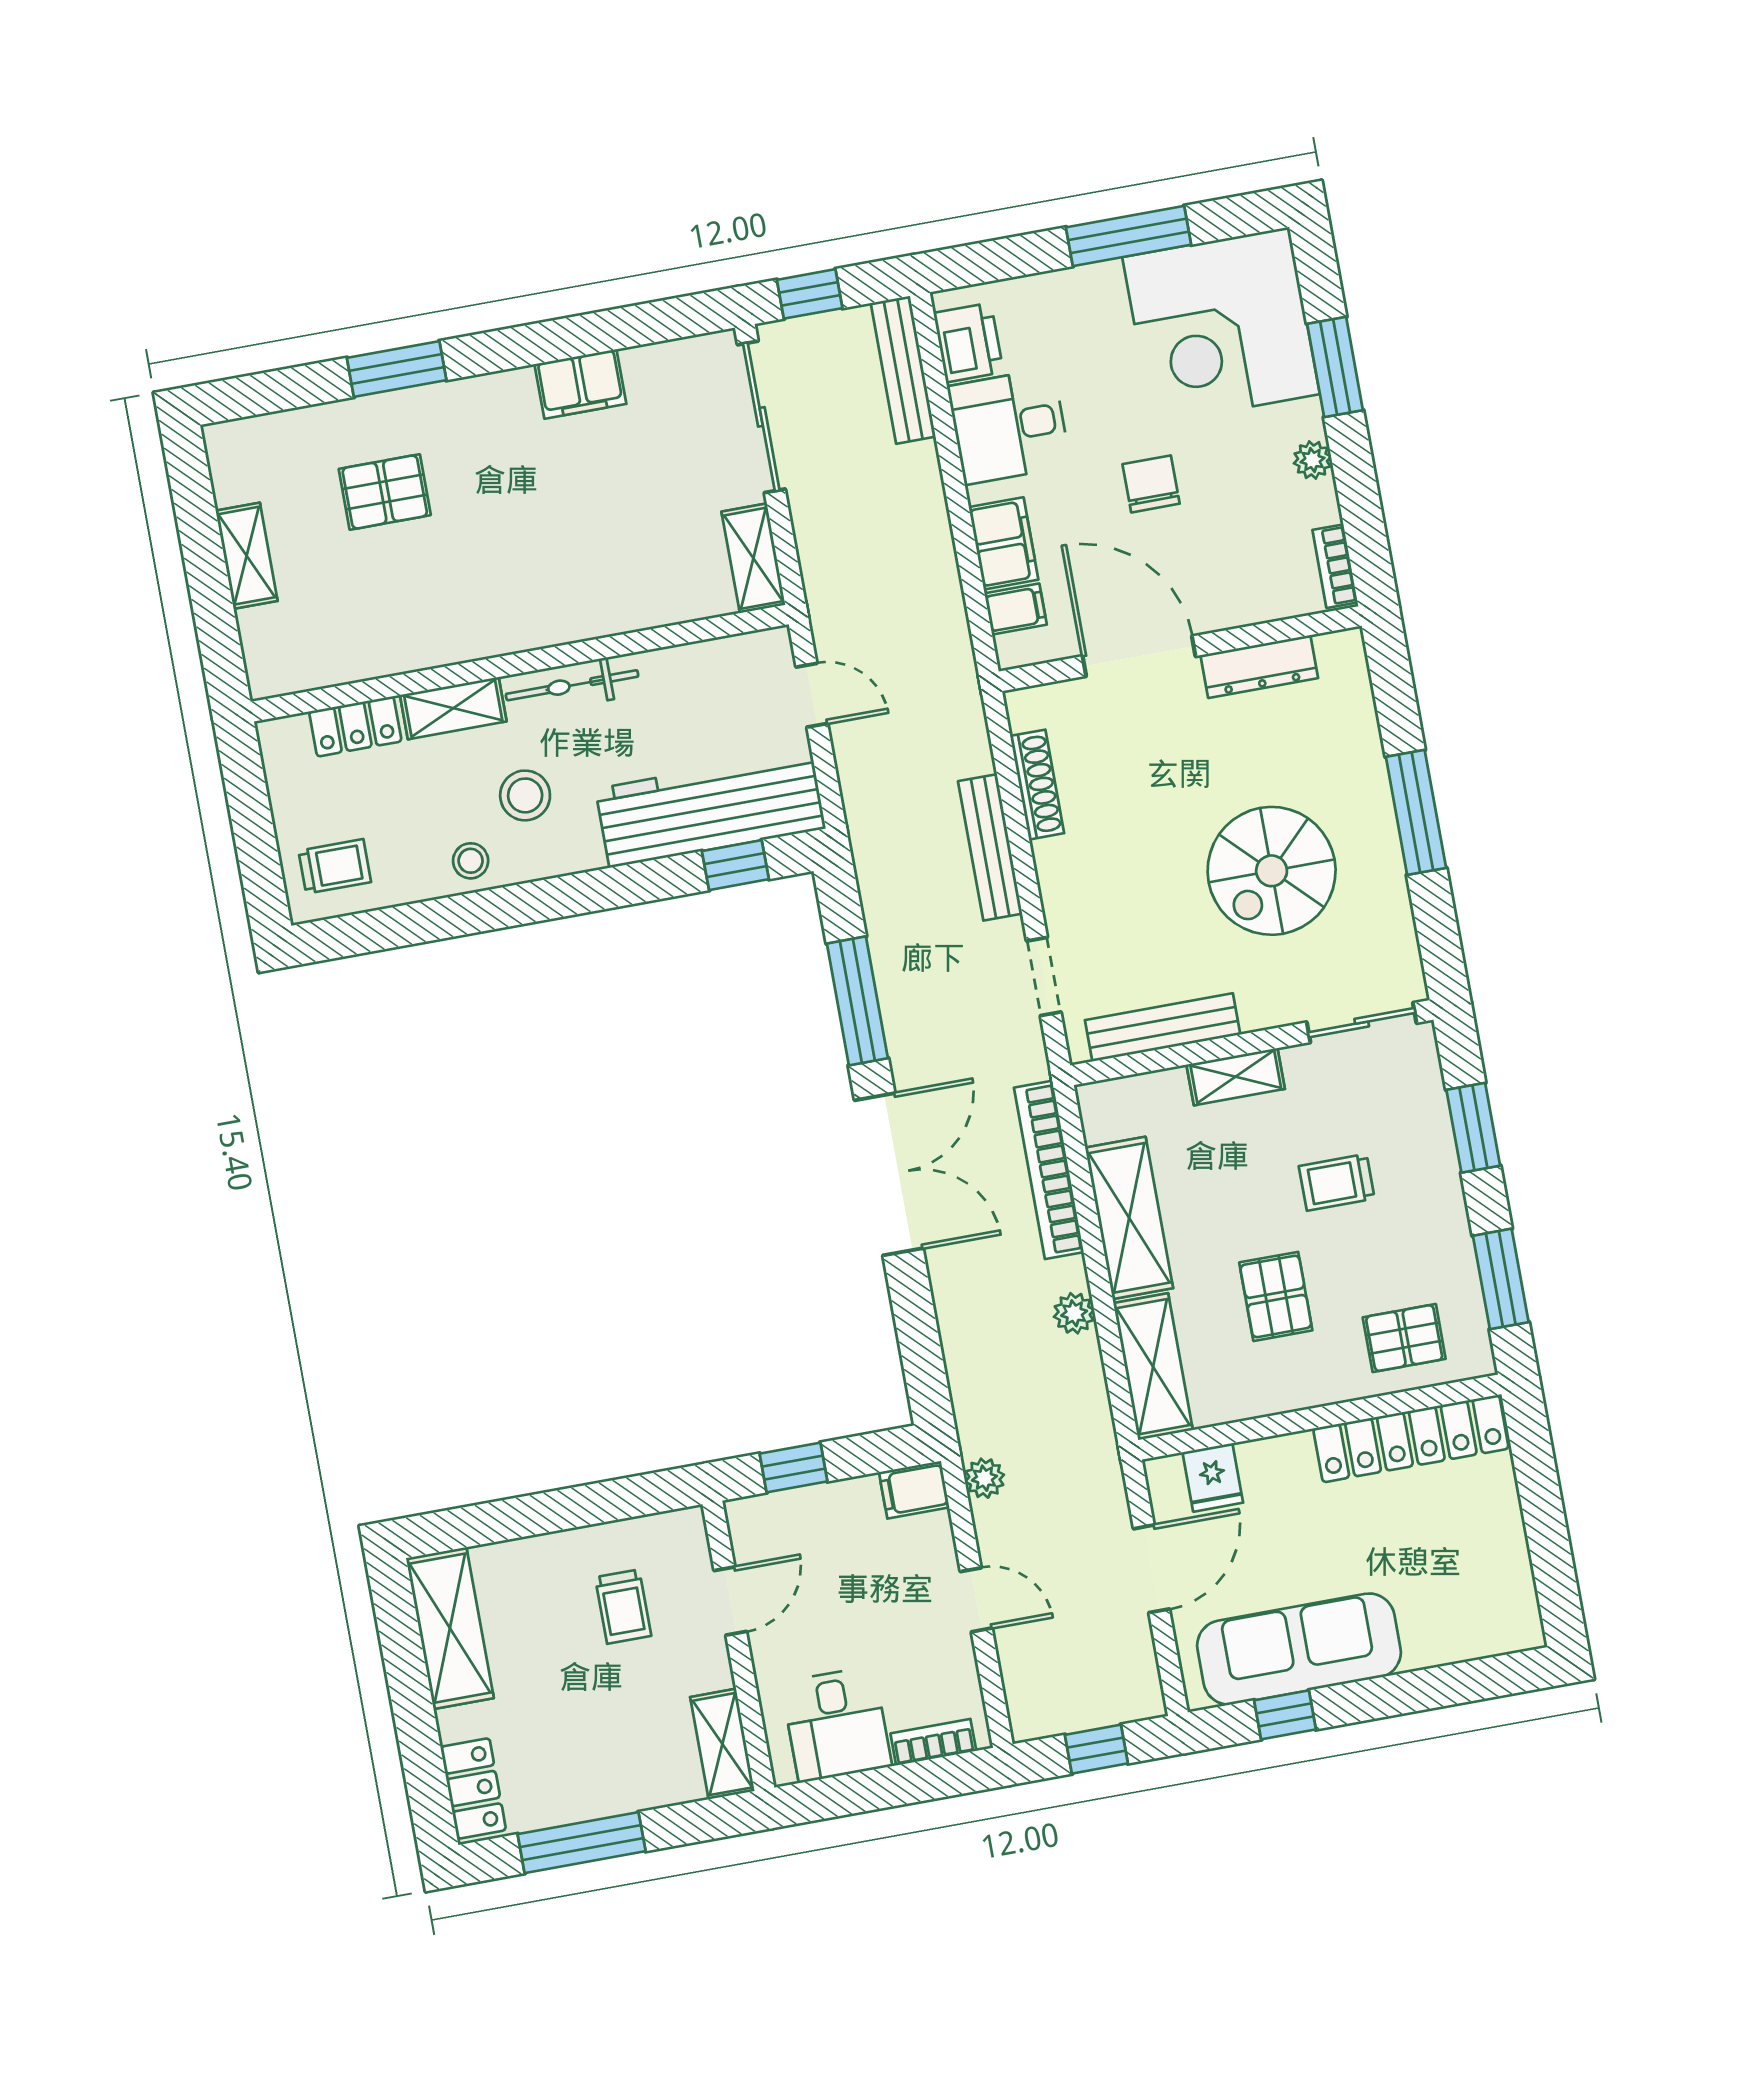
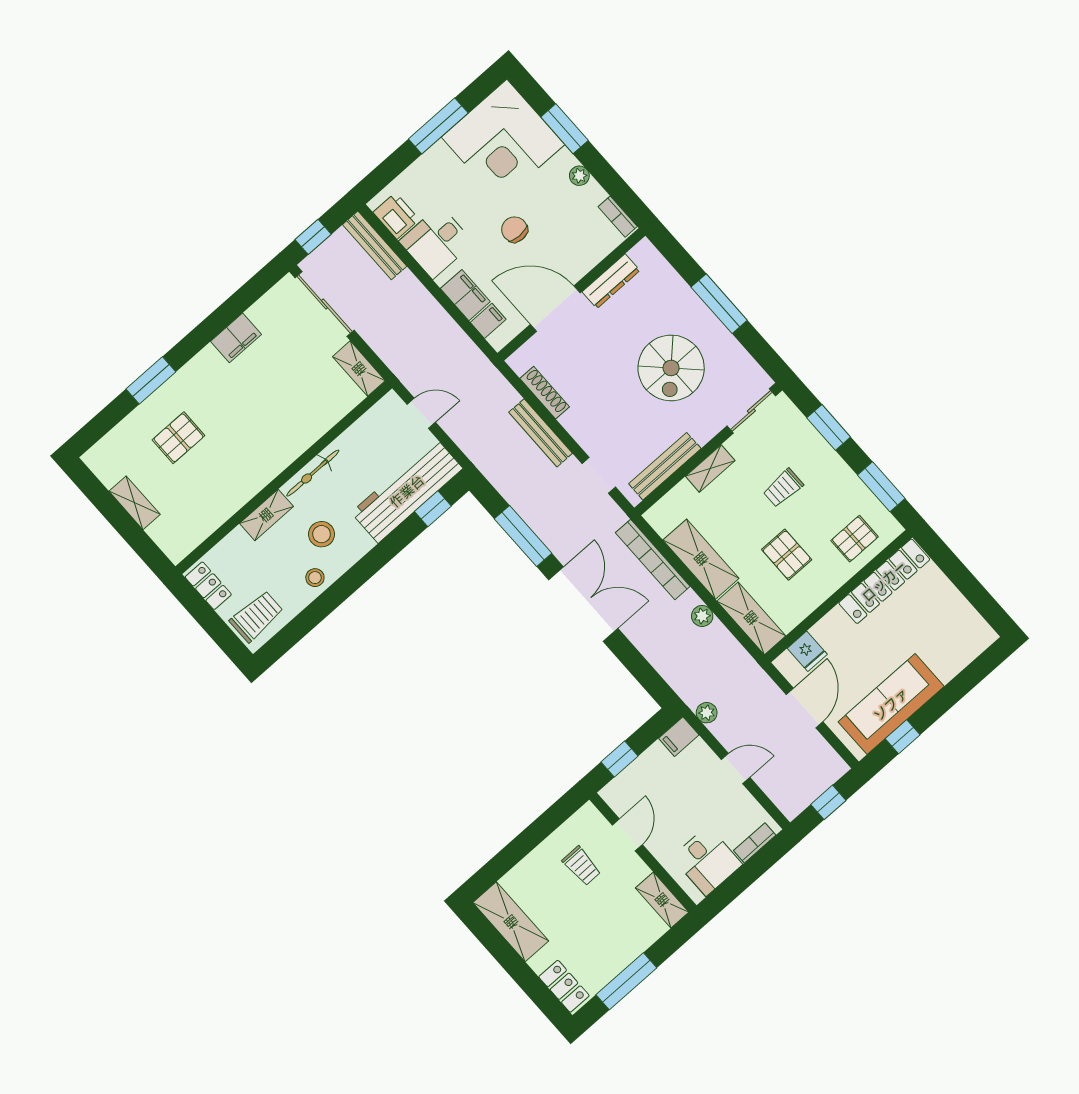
locker: (355, 726) -> (208, 586), moved, turned -90
trolley: (335, 866) -> (256, 616), width x1.36, depth x1.39

